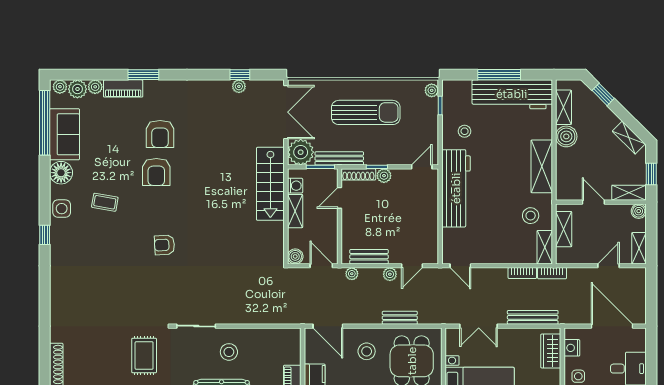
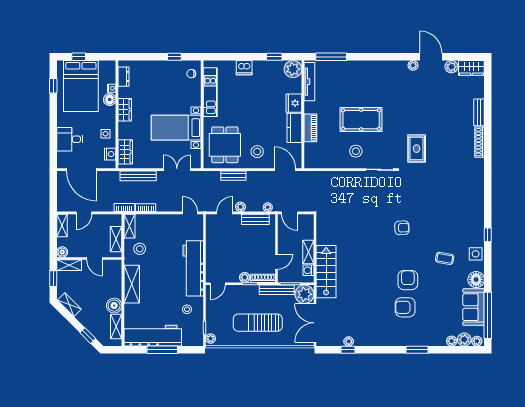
piano: (123, 88) -> (432, 340), removed
armchair: (160, 134) -> (405, 307), turned -90
boiler: (295, 256) -> (308, 220), removed

